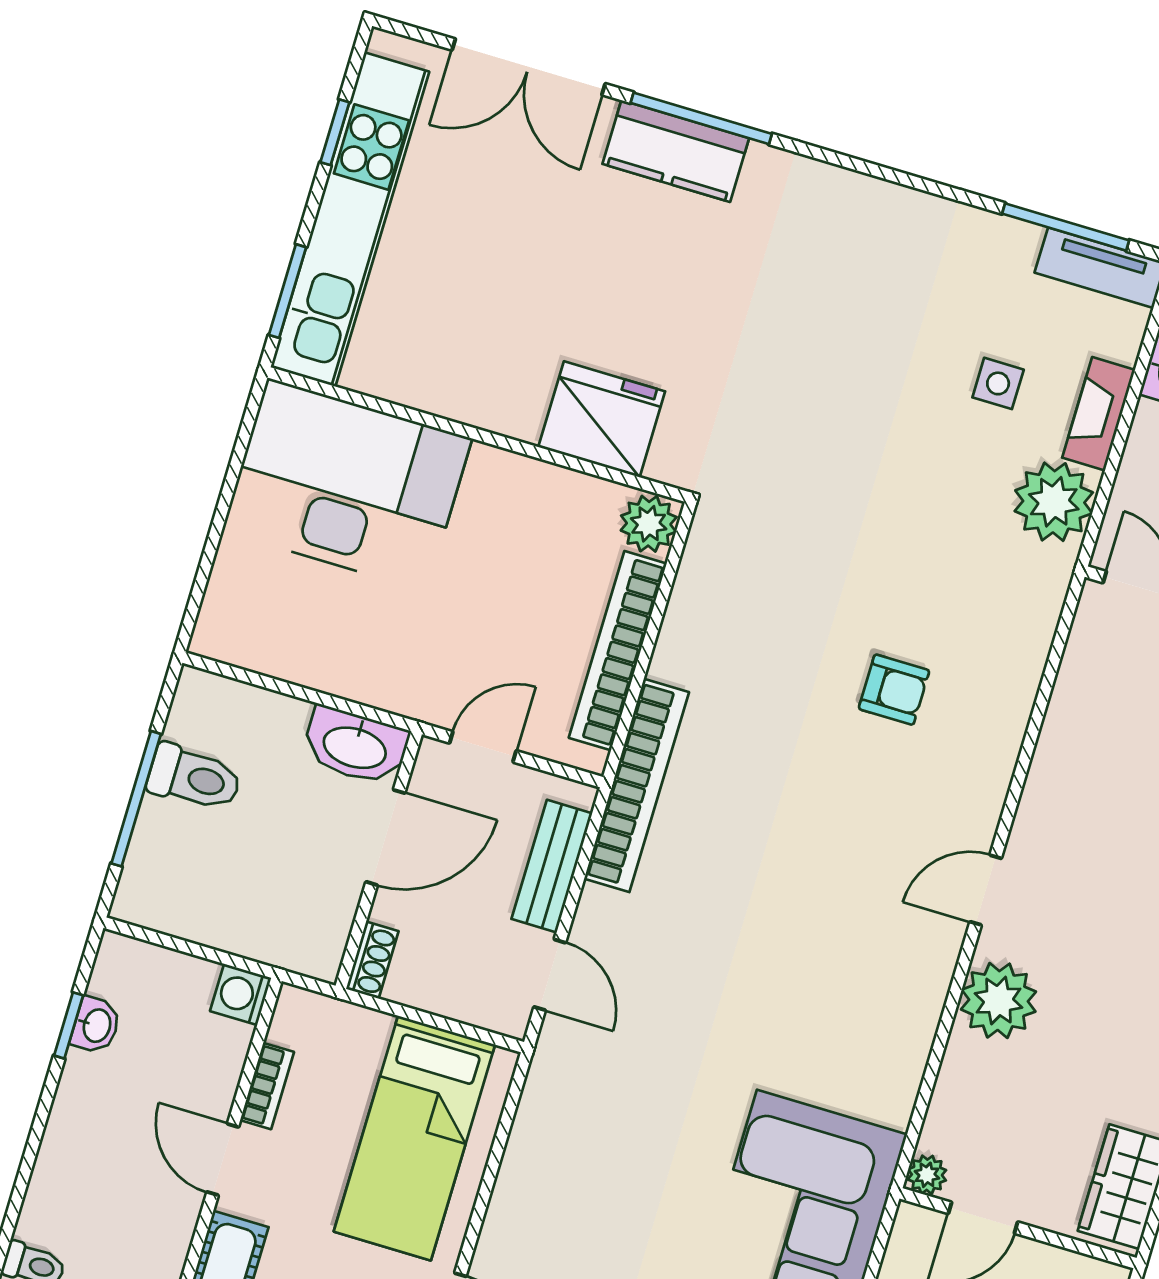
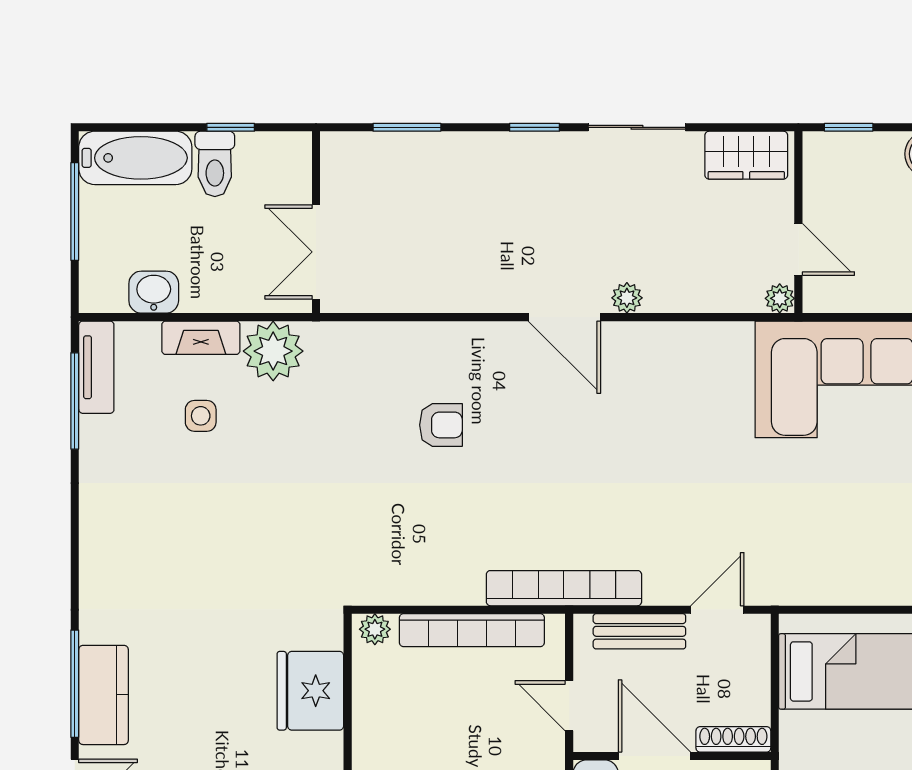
plant: (649, 524) -> (375, 629), width x0.73, depth x0.73
armchair: (894, 690) -> (441, 425), turned 90
door: (986, 890) -> (564, 317), width x1.38
shoe rack: (372, 960) -> (733, 739), width x1.43
plant: (999, 1001) -> (627, 298), width x0.53, depth x0.53

